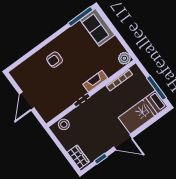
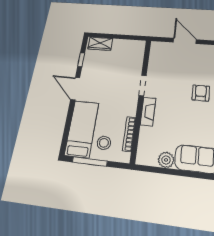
plant: (124, 58) -> (166, 160), moved
stool: (64, 124) -> (104, 143), moved
door: (123, 142) -> (75, 89), hinge flipped

